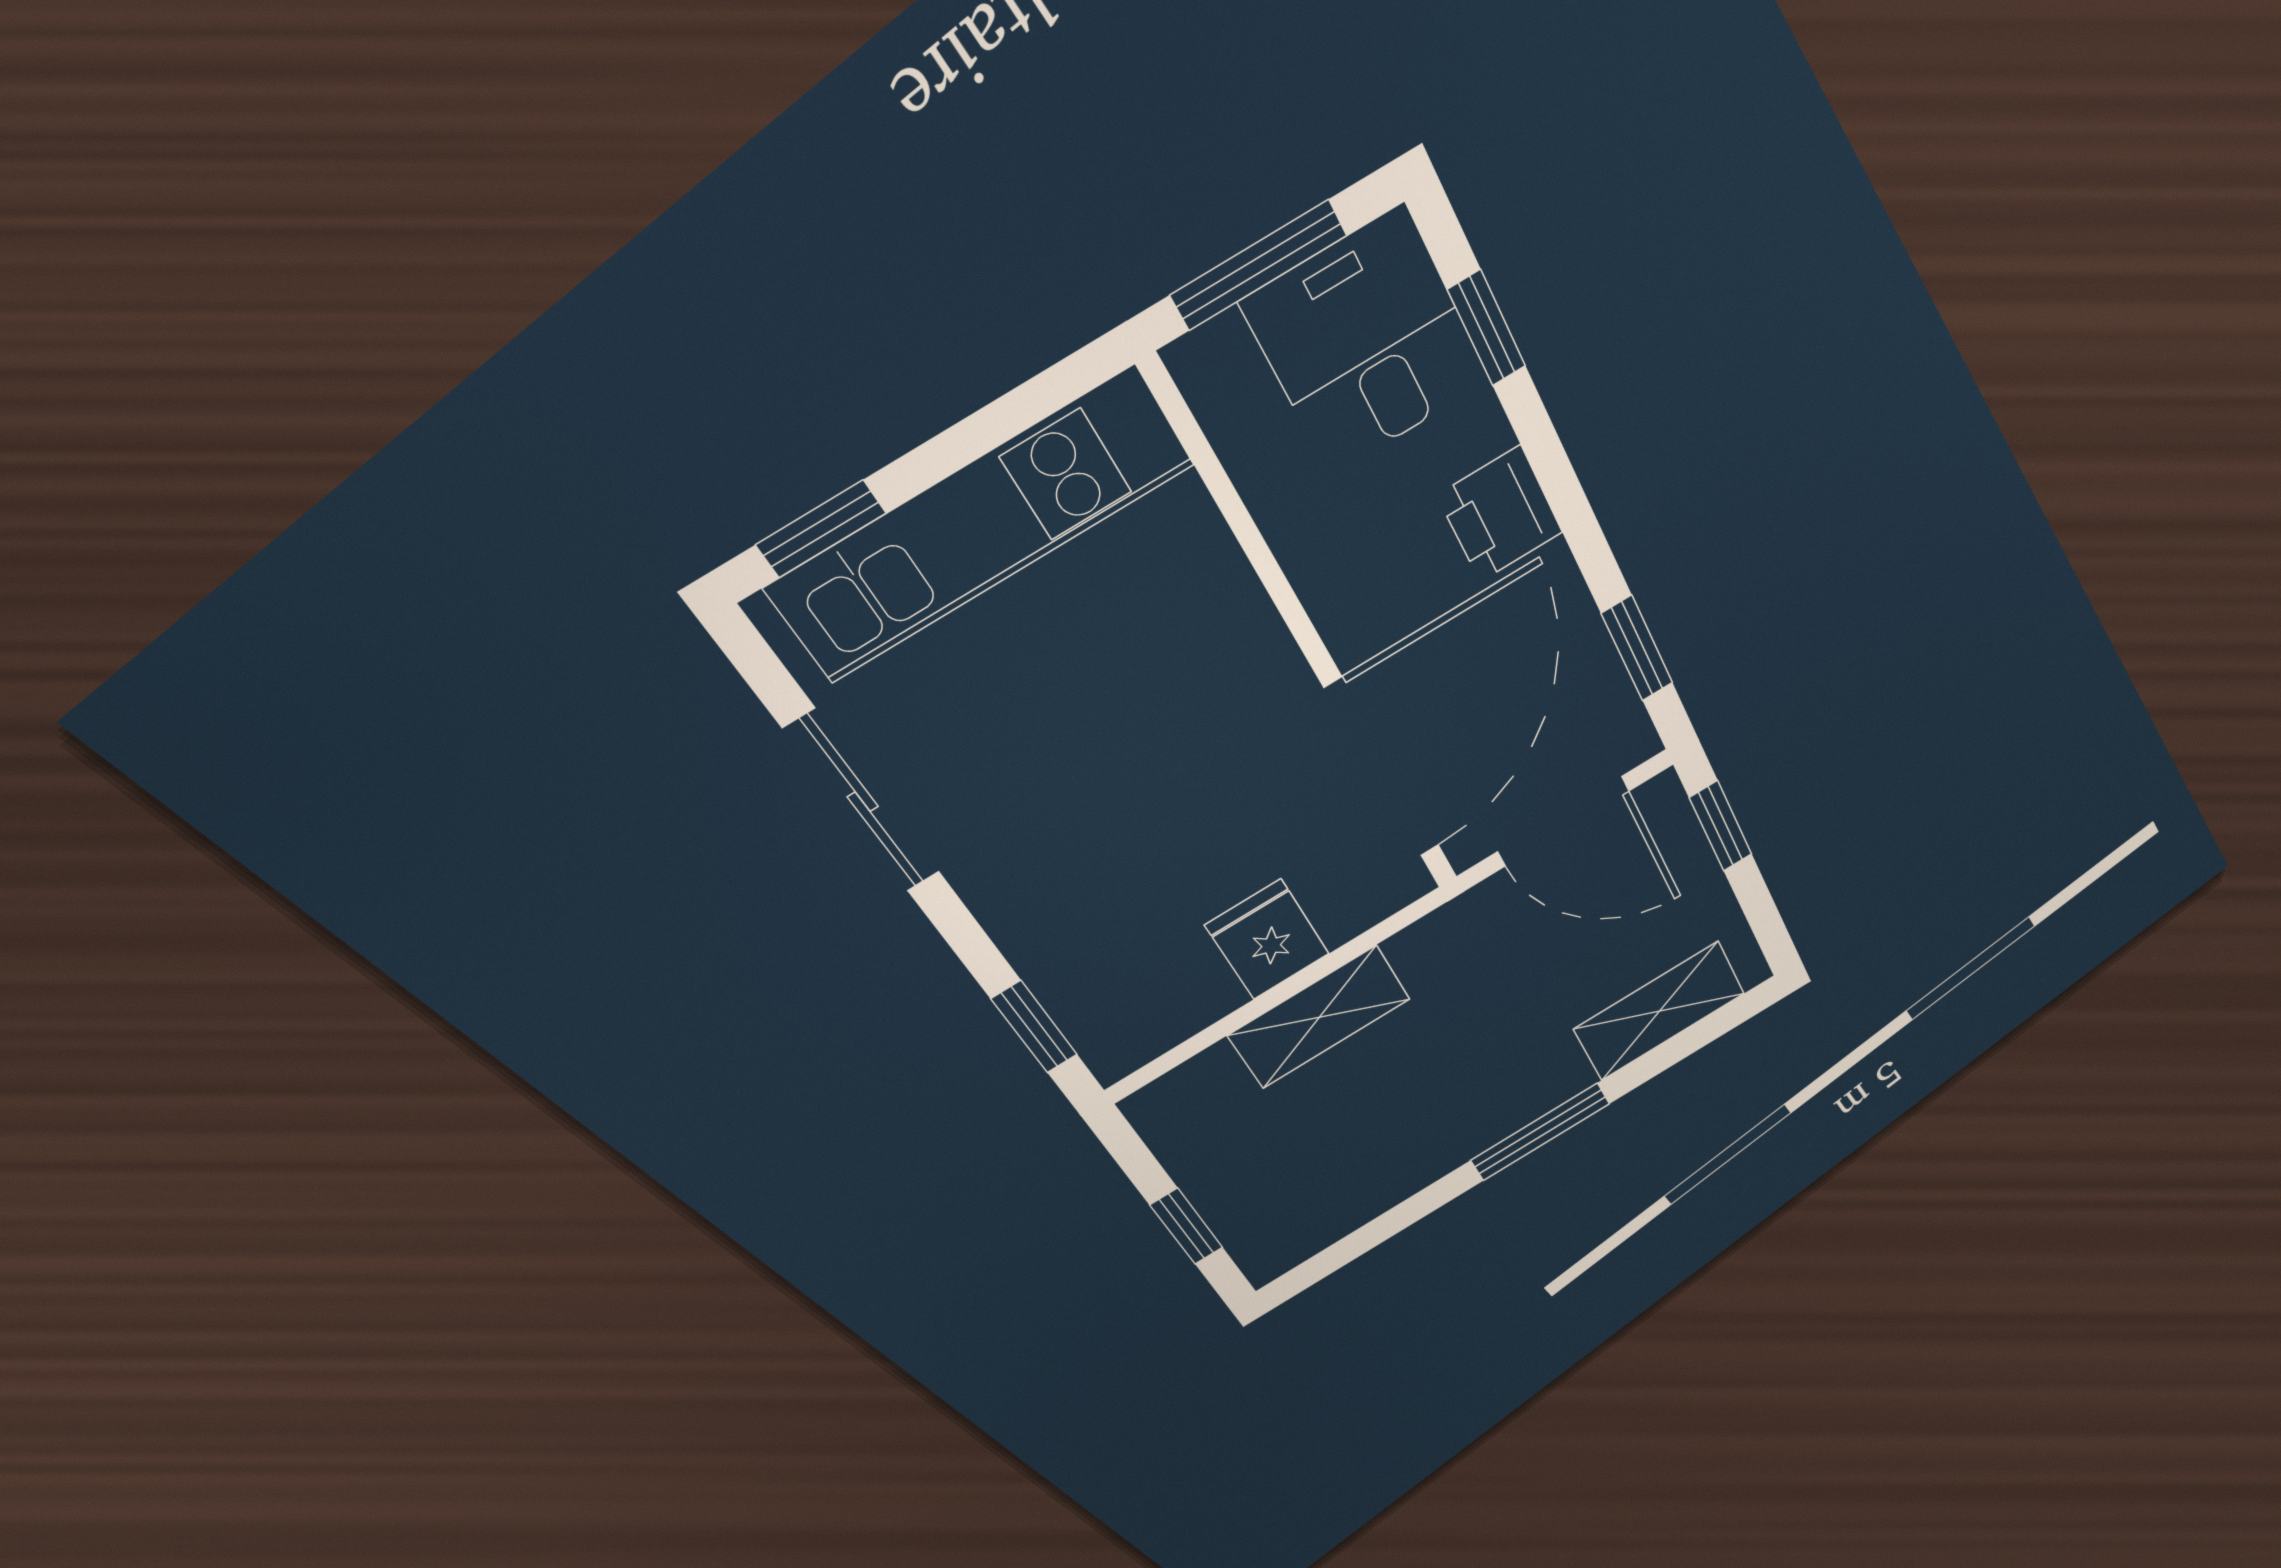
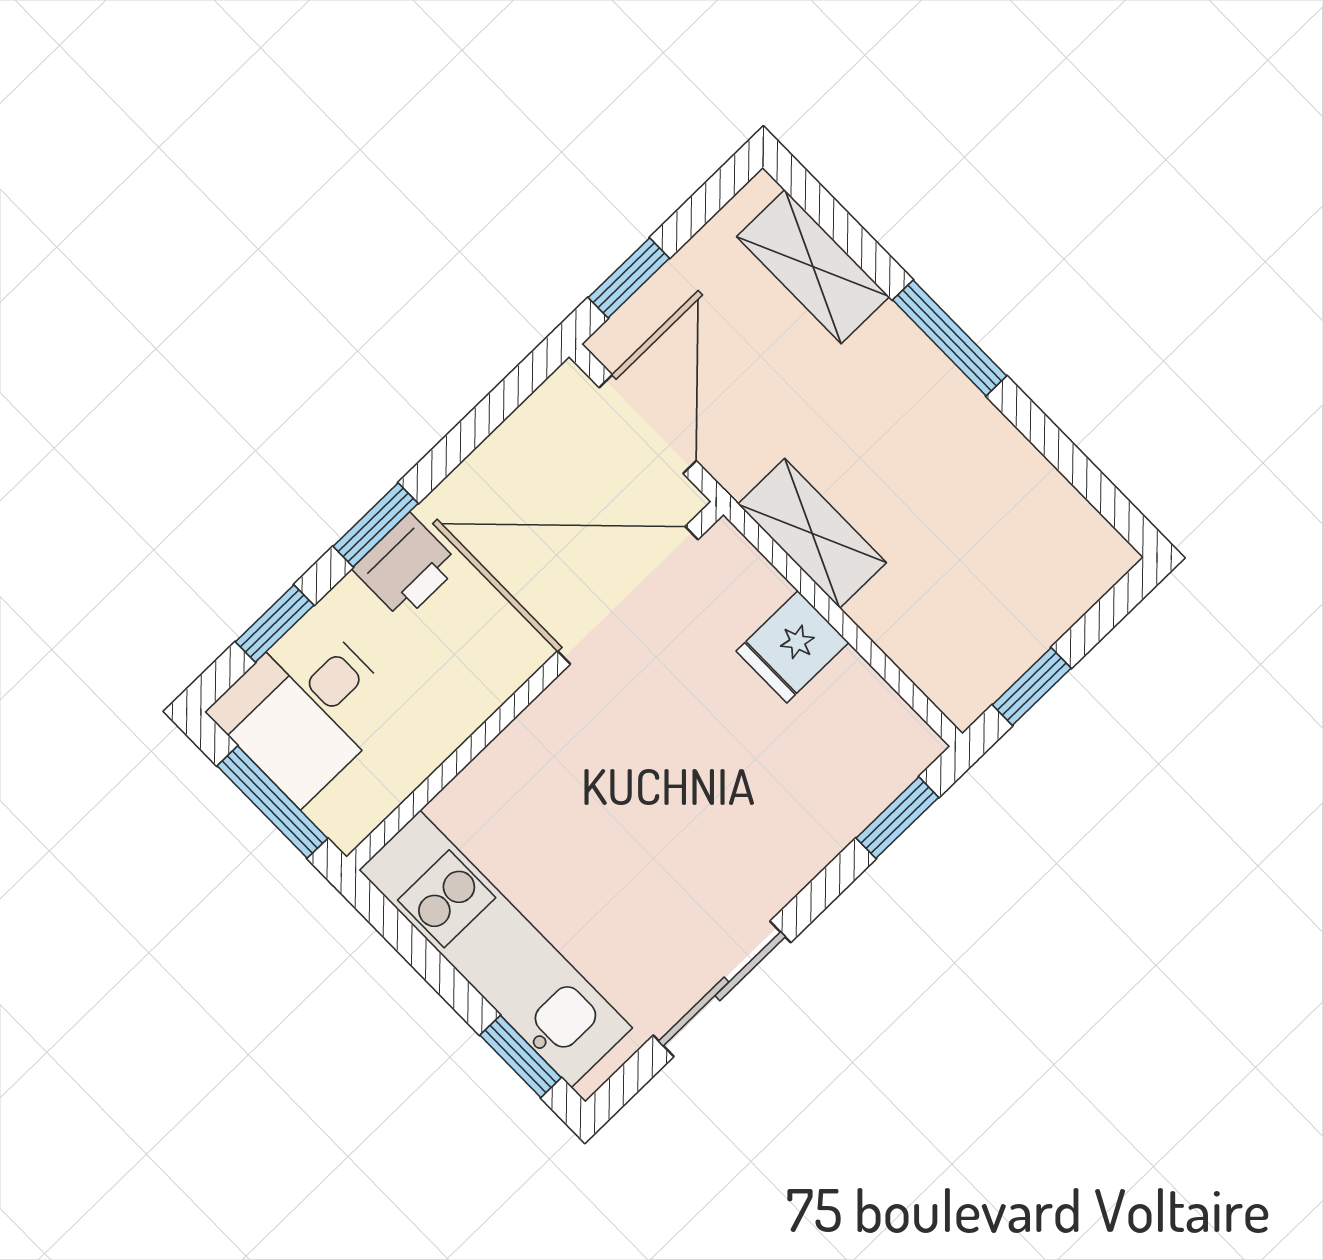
window: (1637, 648) -> (376, 525), moved
shelving: (1319, 1017) -> (812, 533), moved
window: (1186, 1226) -> (1032, 687), moved

